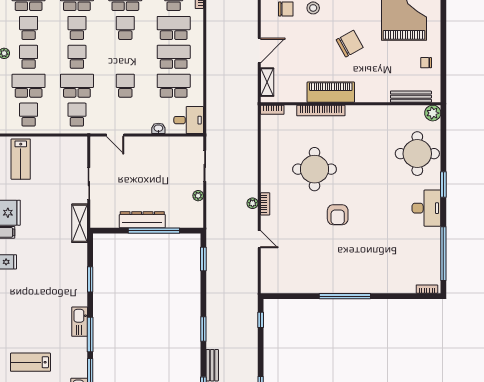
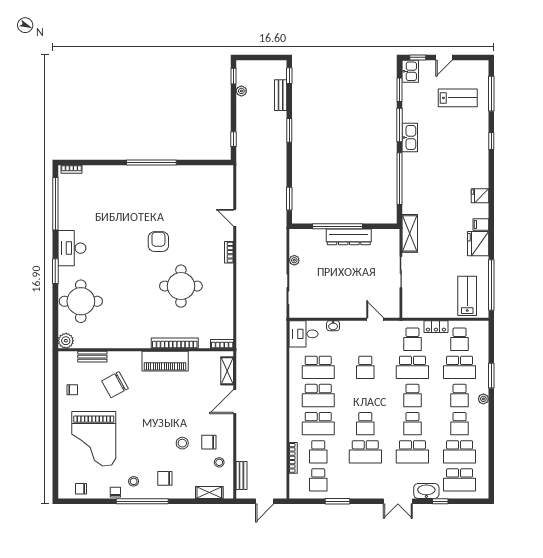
chair: (350, 44) -> (115, 385), moved
bench: (411, 97) -> (92, 357), width x0.73
locker: (53, 128) -> (436, 327), added
plant: (253, 203) -> (241, 91), moved
window: (90, 279) -> (400, 179), width x2.11

